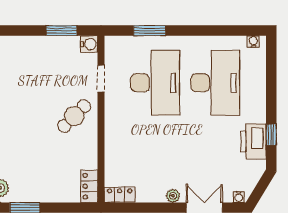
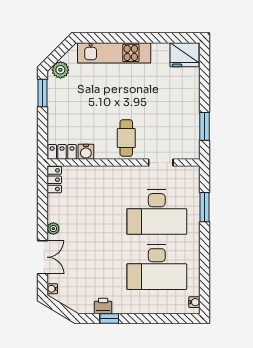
water cooler: (89, 44) -> (86, 152), moved
cafe table: (74, 116) -> (126, 138), turned 45
printer: (253, 141) -> (103, 306), width x0.53, depth x0.68

